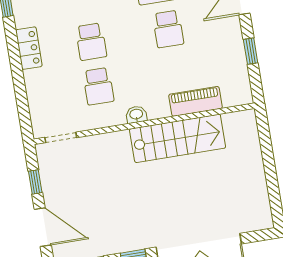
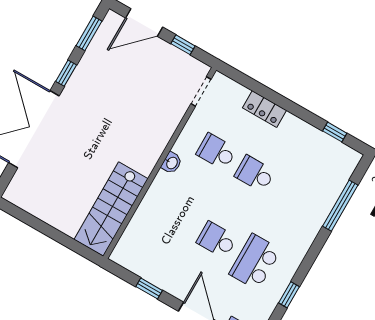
locker: (29, 48) -> (265, 109), moved
piano: (195, 101) -> (145, 216), removed
stairs: (178, 138) -> (111, 209), moved

